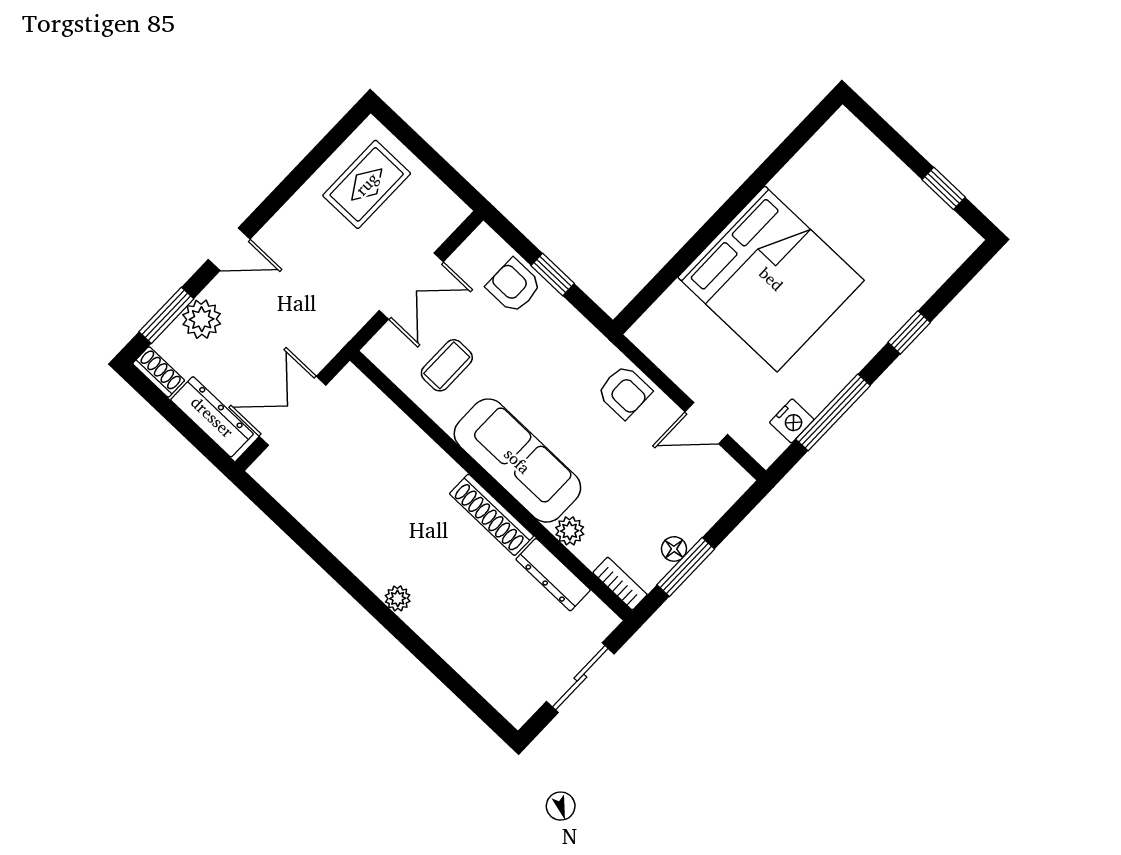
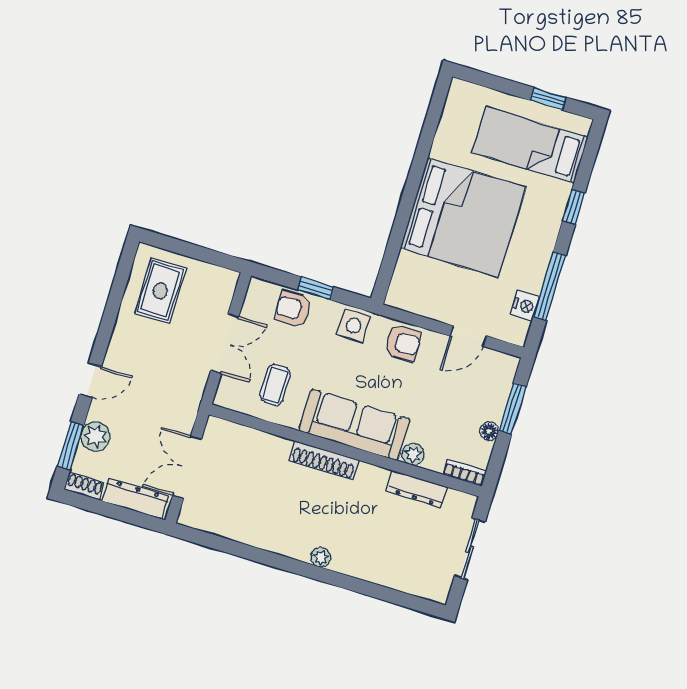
bed: (894, 232) -> (530, 145), added
side table: (576, 342) -> (354, 326), added
shoe rack: (492, 515) -> (324, 460), moved
window: (686, 567) -> (512, 408), moved

